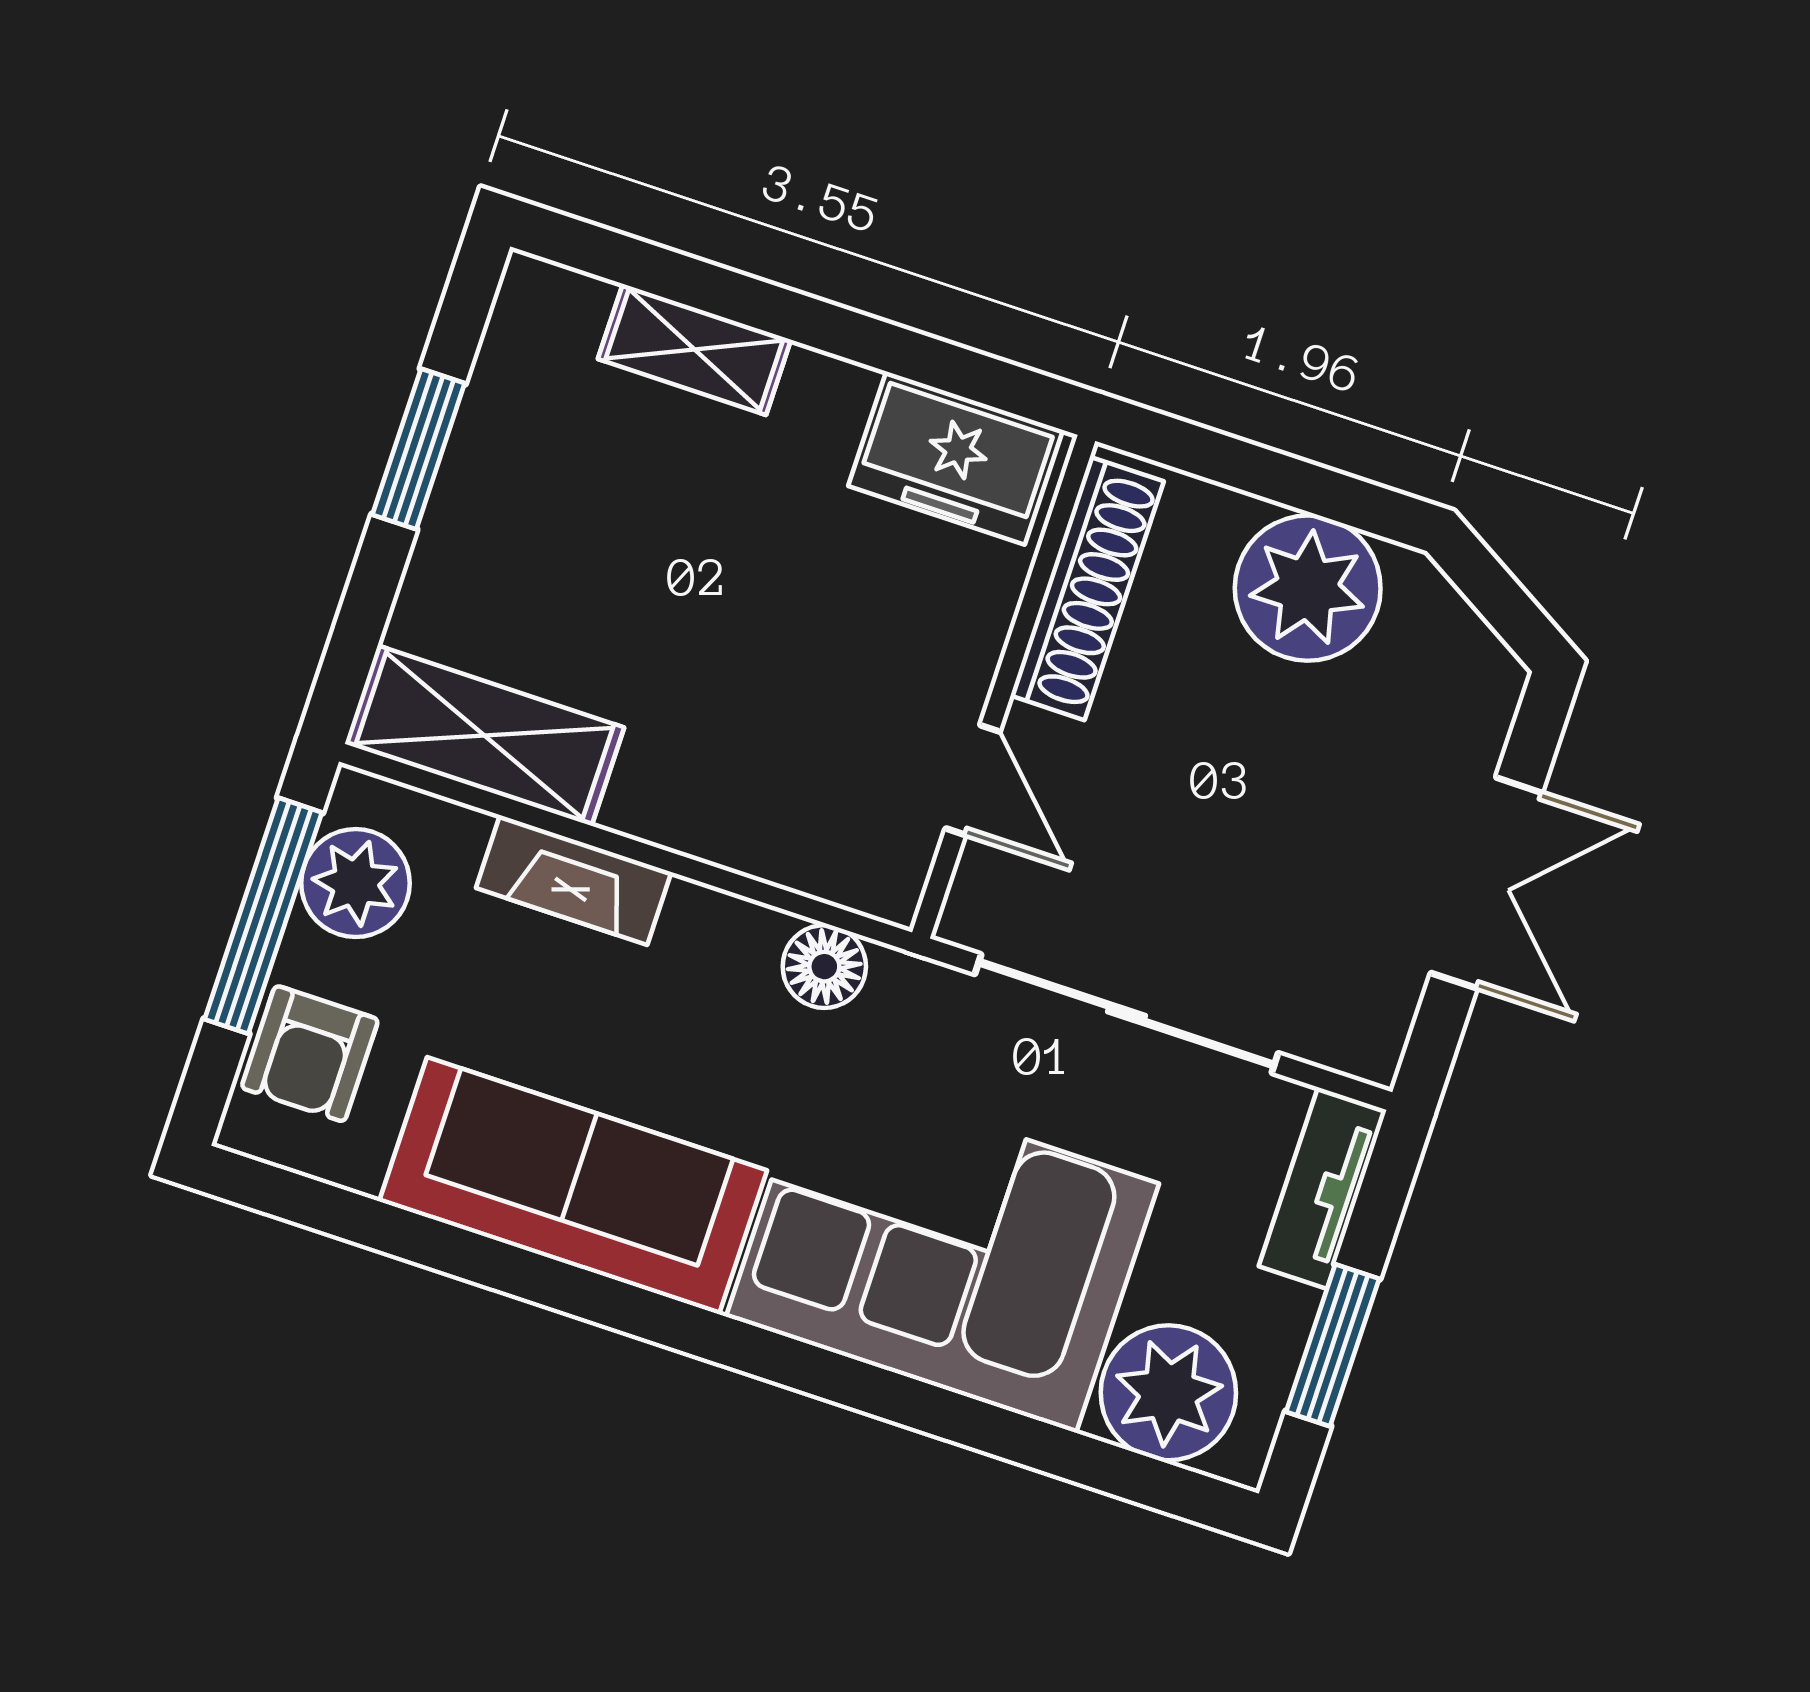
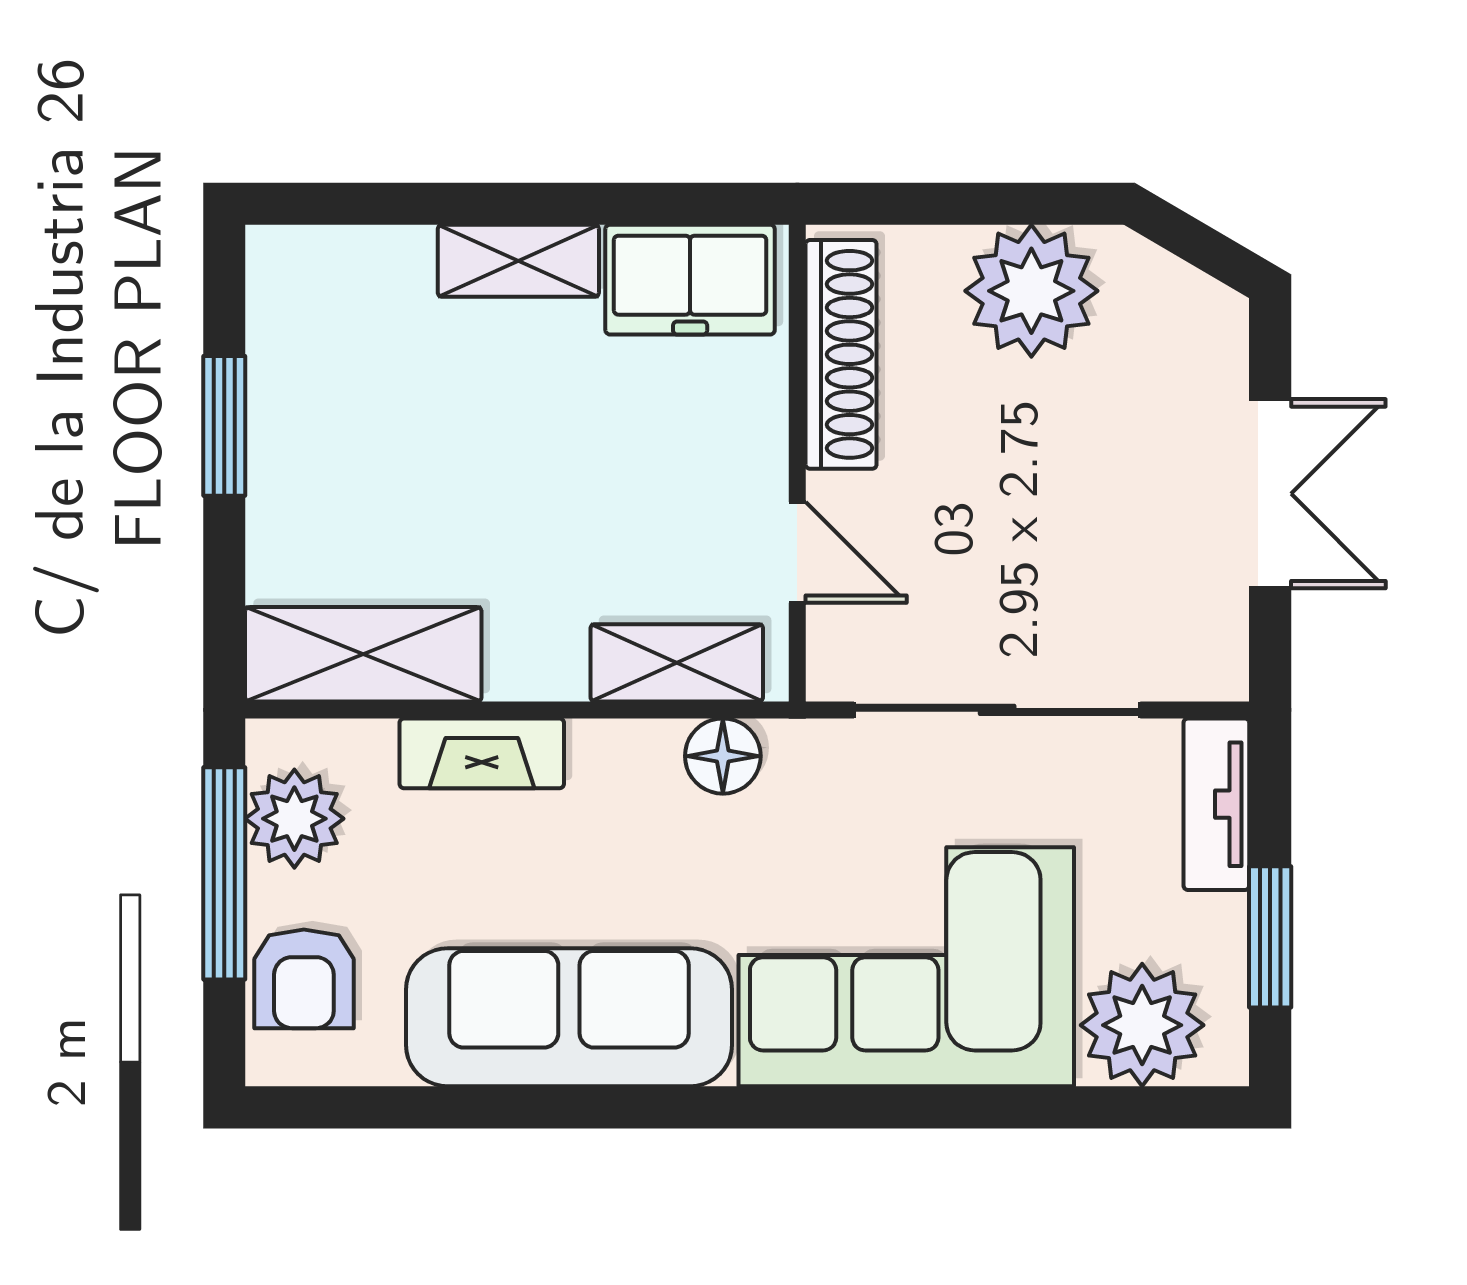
shelving: (694, 349) -> (518, 261), moved
shelving: (809, 853) -> (677, 663), added

